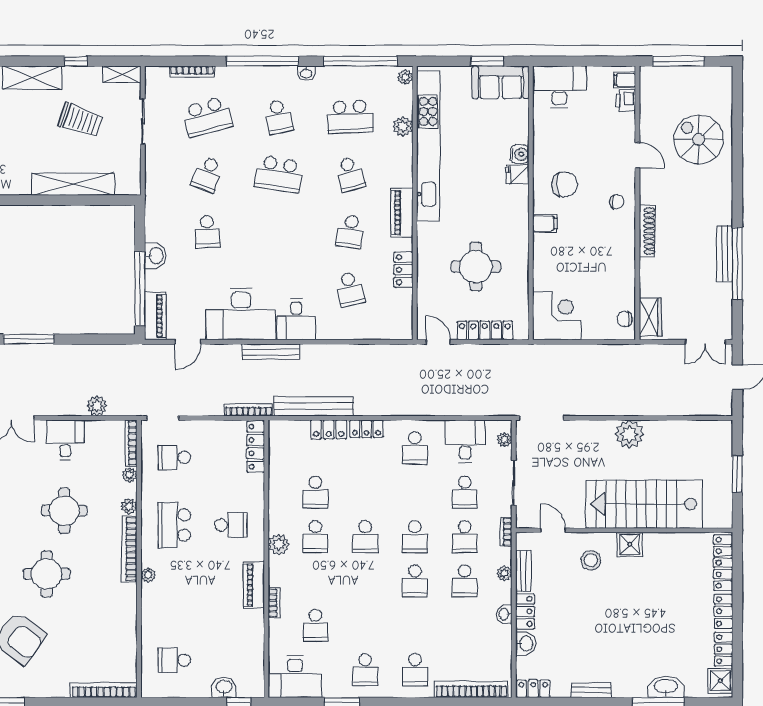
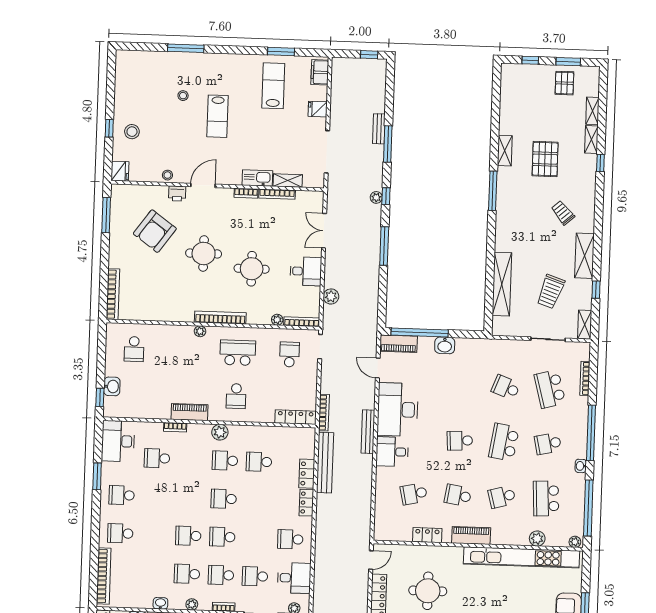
school desk: (207, 232) -> (460, 441), moved
plant: (129, 506) -> (253, 318), removed
school desk: (174, 660) -> (134, 349), turned 180

